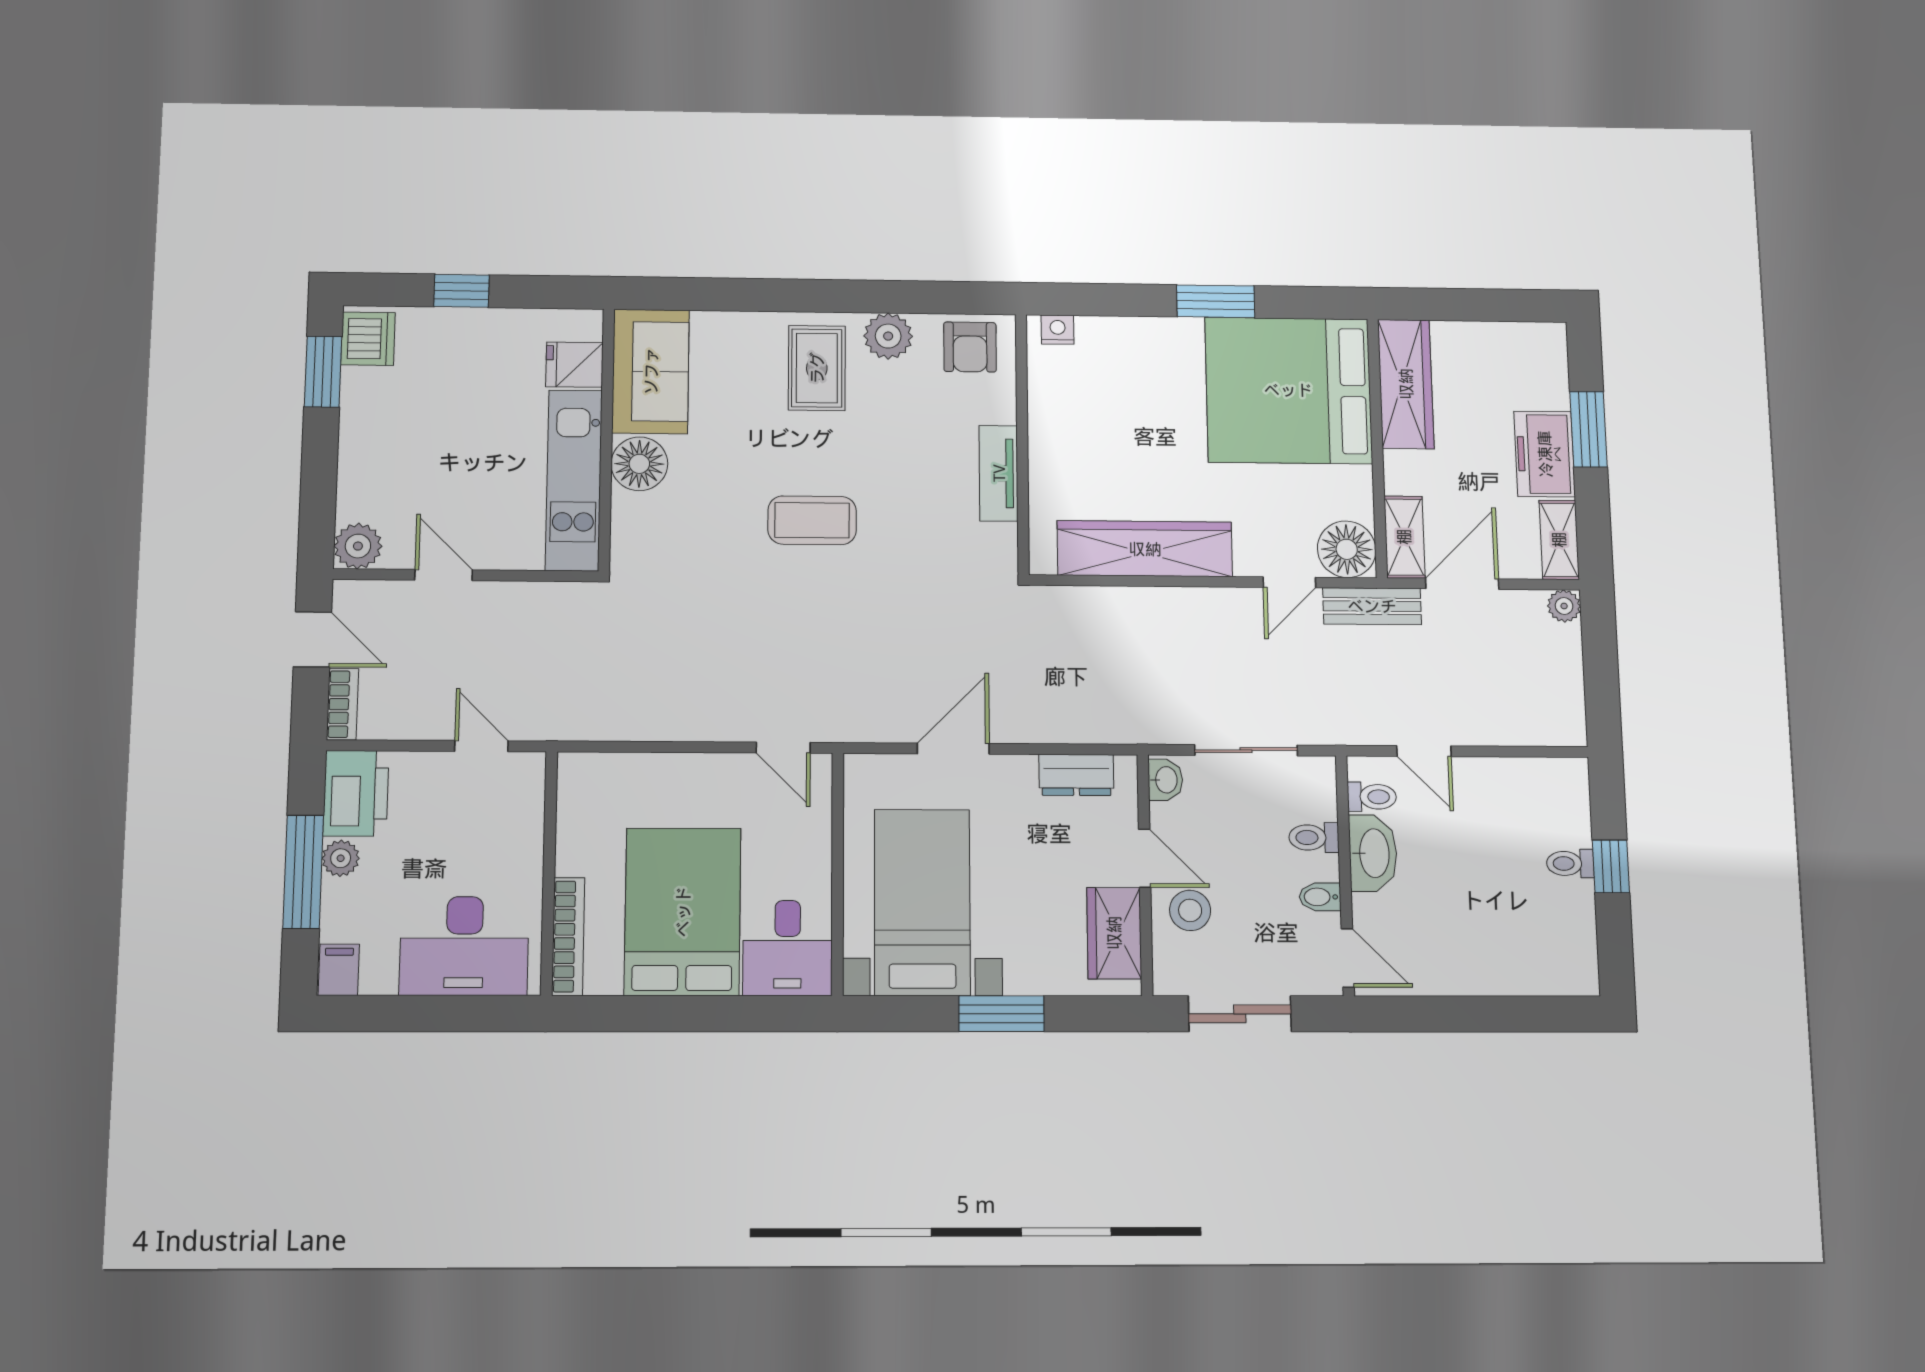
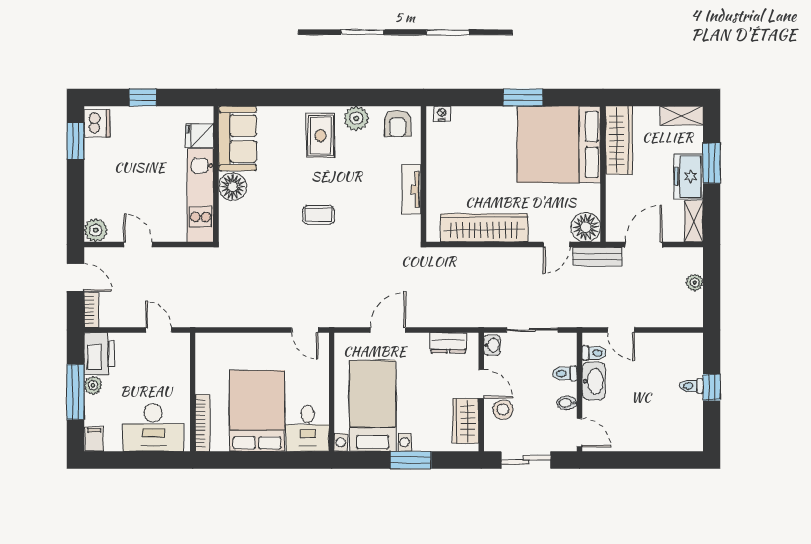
coffee table: (812, 520) -> (319, 215), width x0.73, depth x0.77
shelving: (1404, 537) -> (682, 116), moved, turned 90
plant: (1564, 606) -> (695, 283), moved

